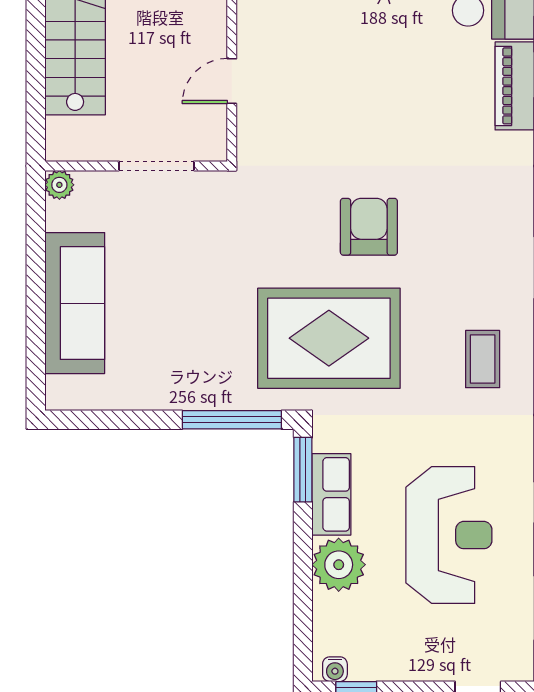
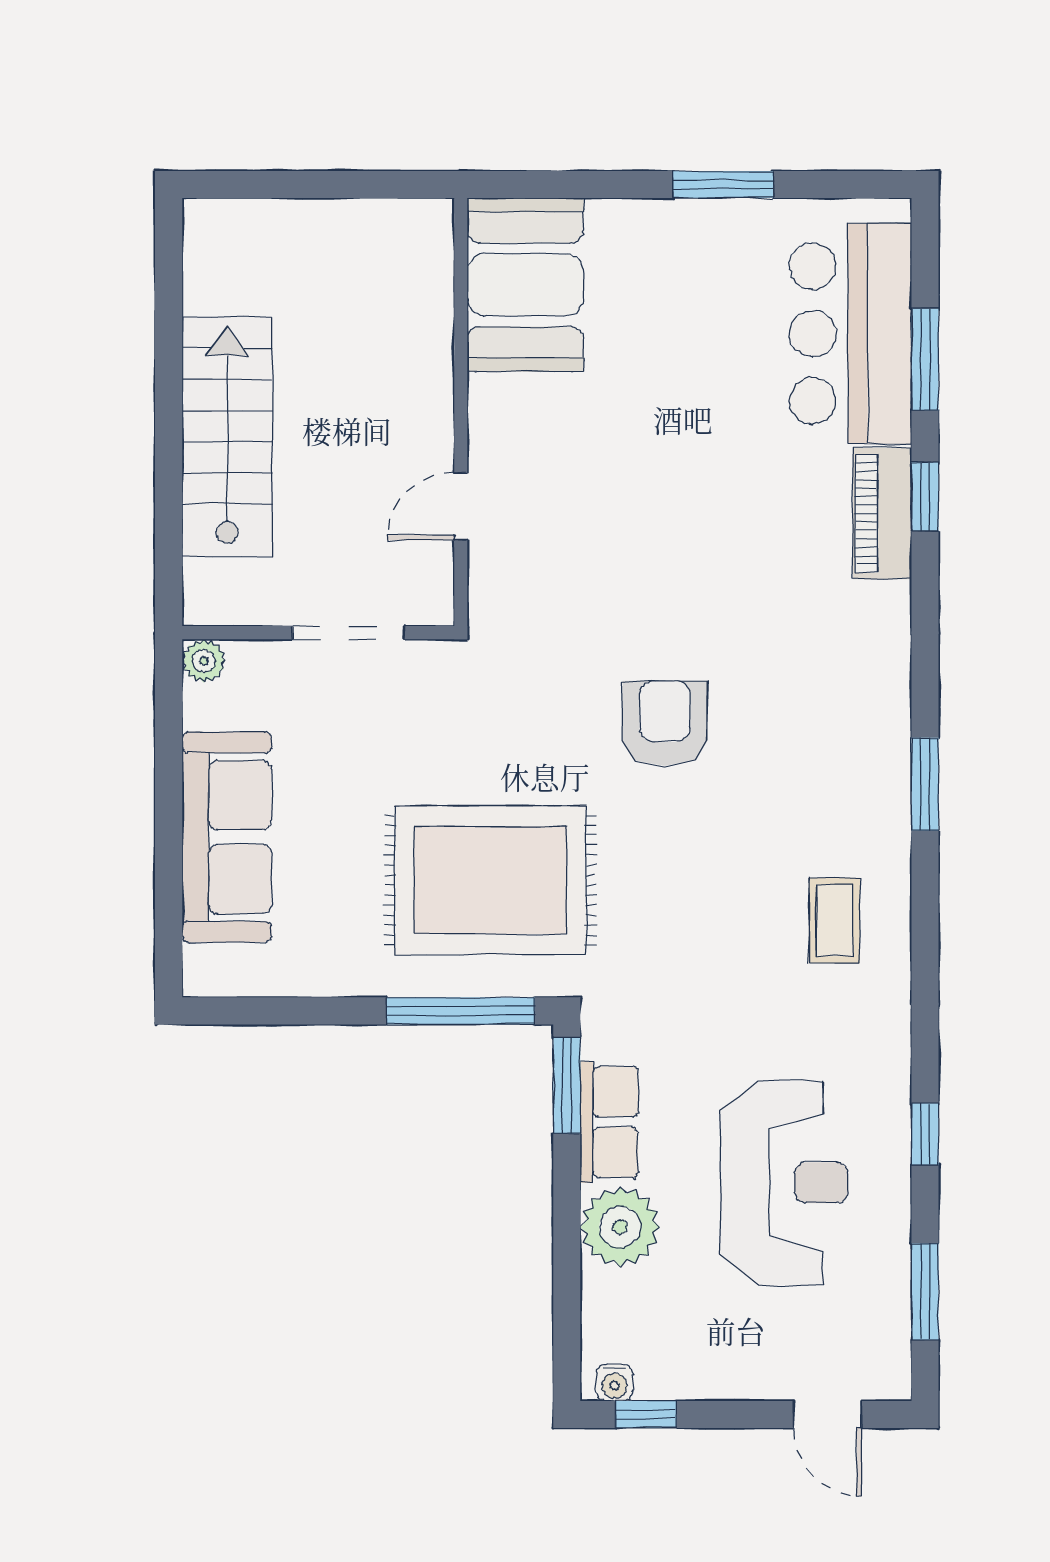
rug: (329, 338) -> (490, 880), moved

